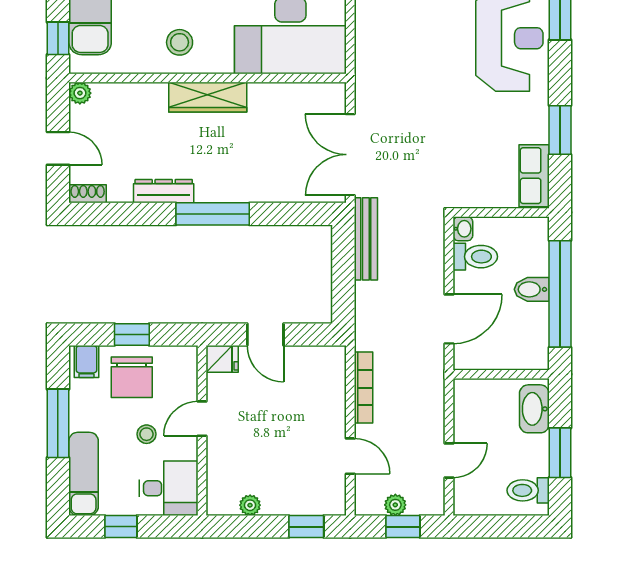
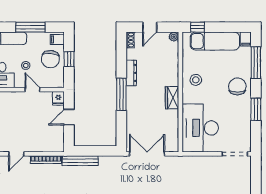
wardrobe: (208, 97) -> (172, 98), width x0.67
bench: (366, 239) -> (80, 161), moved
chair: (132, 377) -> (50, 59), turned -84

